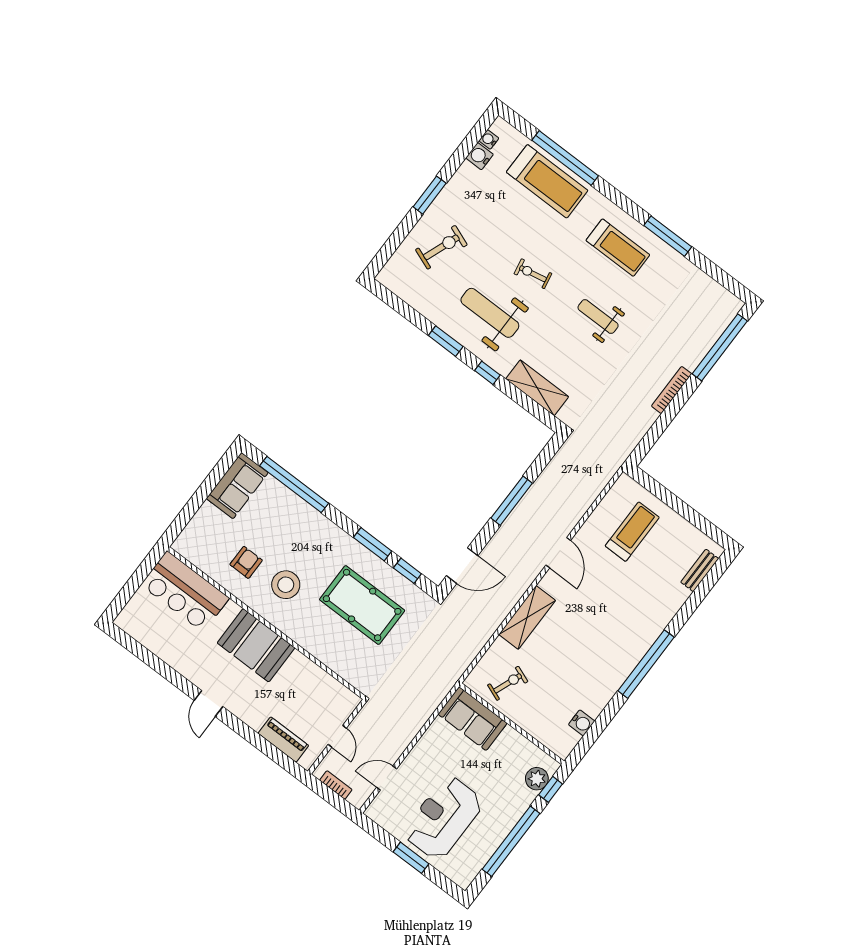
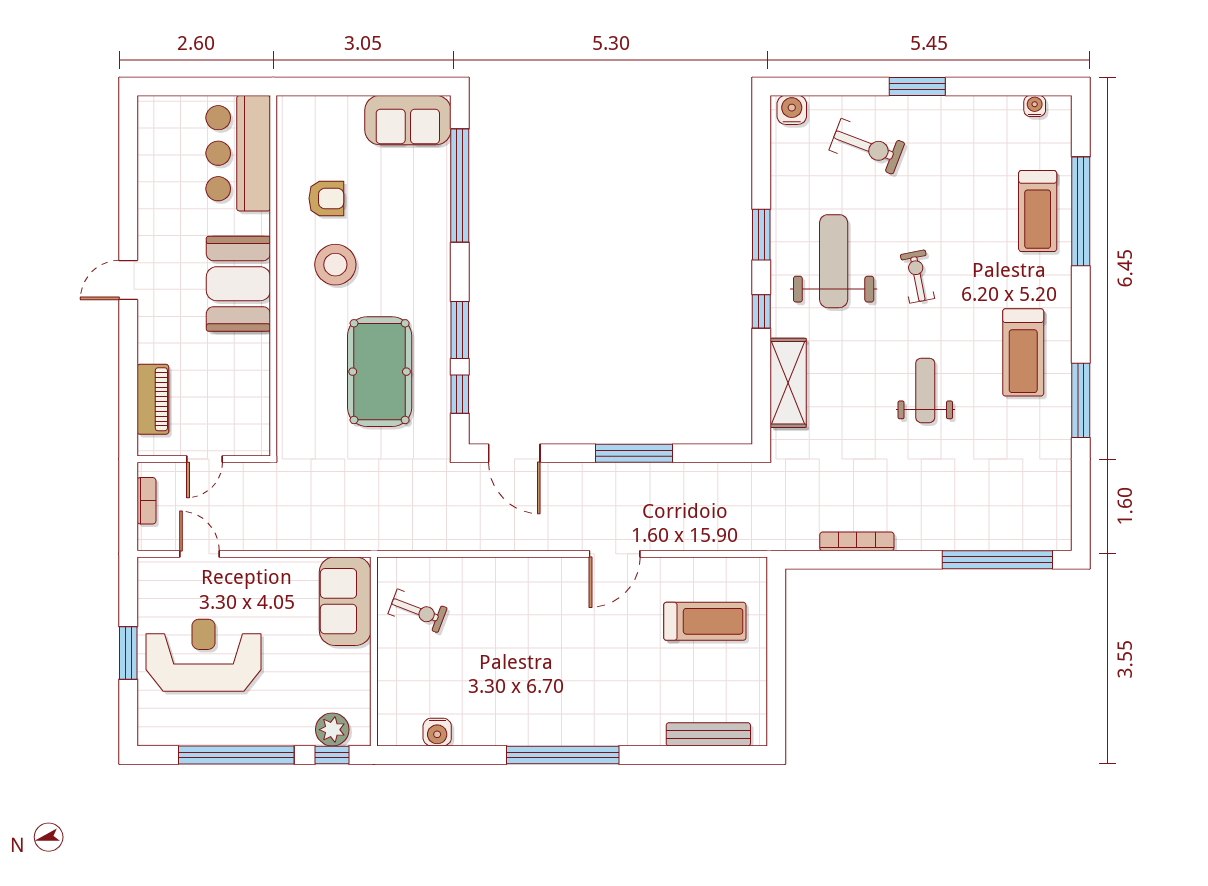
water cooler: (480, 156) -> (792, 110), moved
treadmill: (547, 181) -> (1038, 211), width x0.73, depth x0.73
bookcase: (672, 390) -> (857, 541), moved
bench: (700, 570) -> (708, 734), width x1.36
shelving: (527, 617) -> (512, 575), removed

